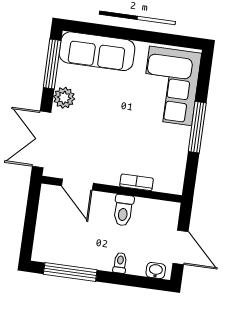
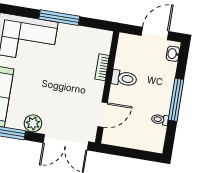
toilet: (120, 263) -> (160, 120), moved
window: (70, 272) -> (176, 100), moved

